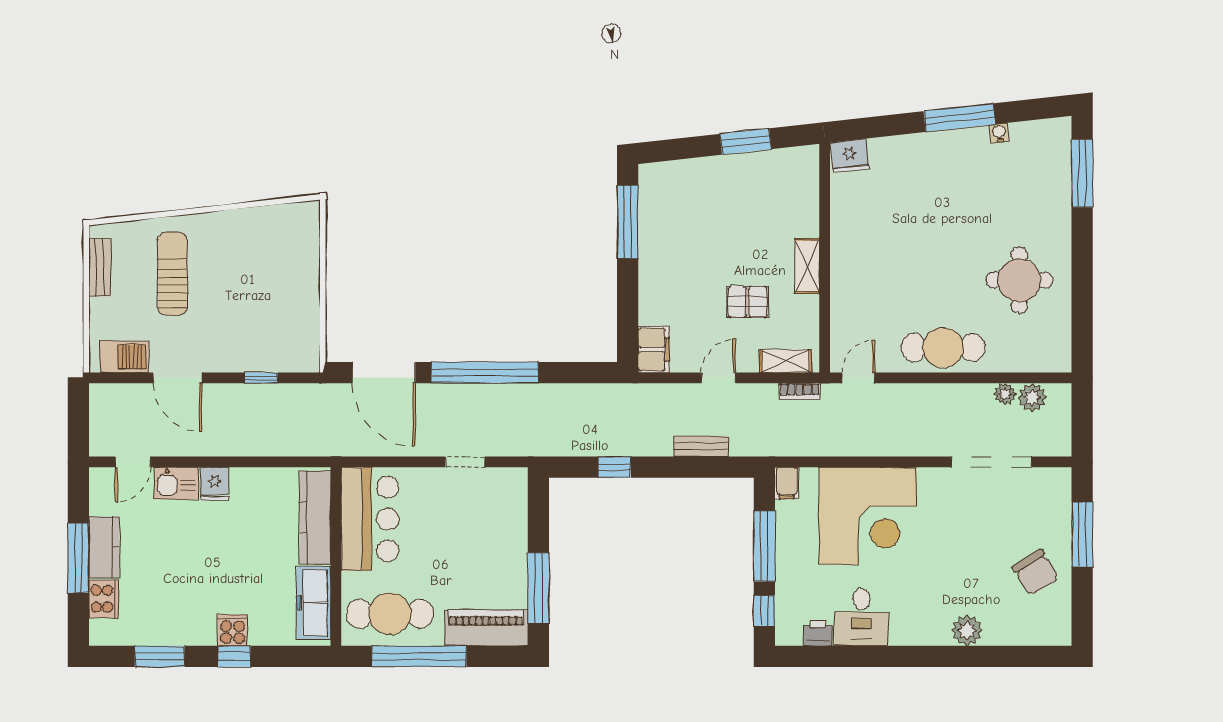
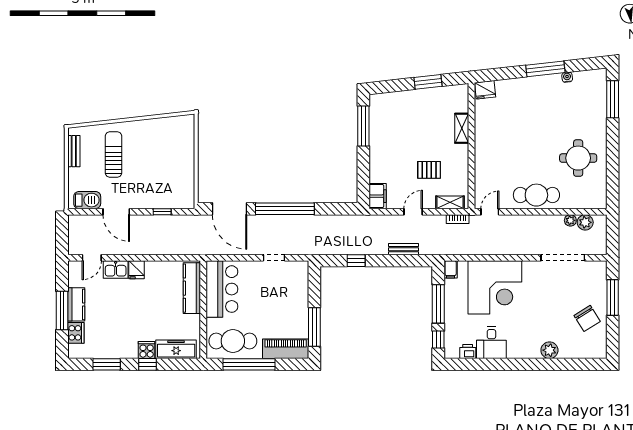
shelving: (807, 266) -> (462, 128), moved
freezer: (314, 603) -> (176, 349), moved, turned 90

